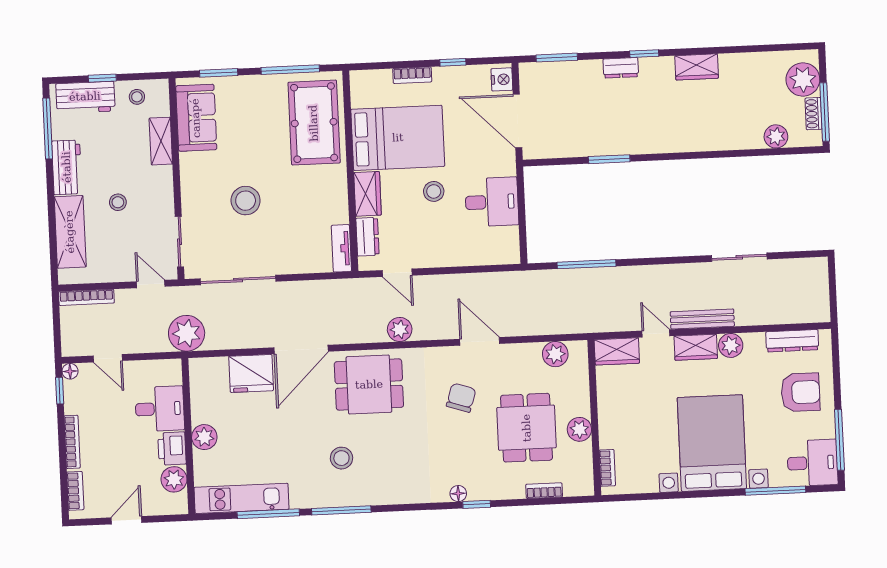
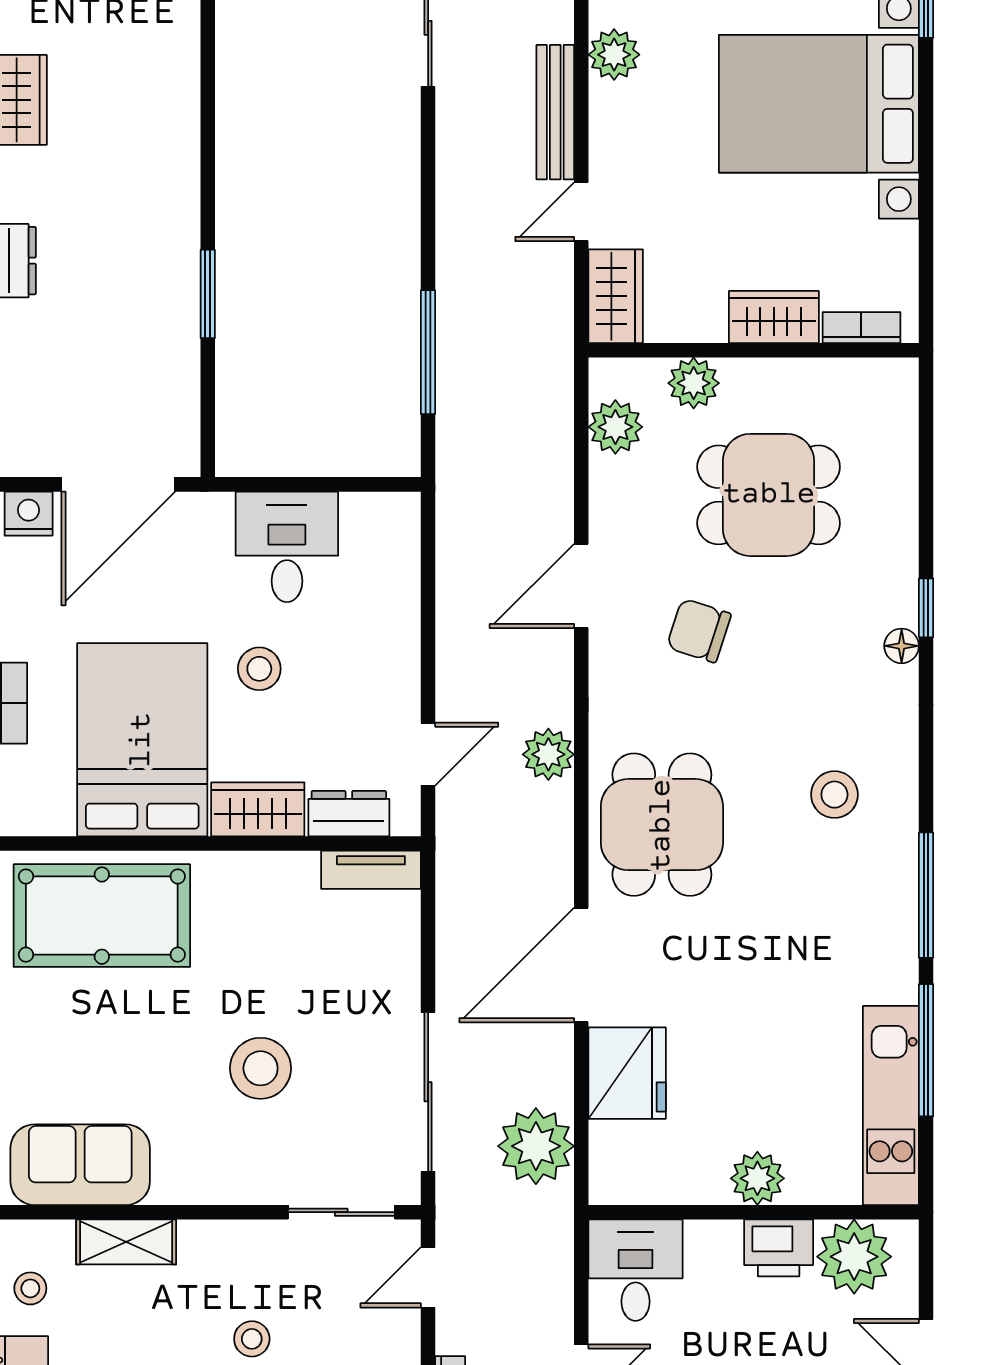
plant: (187, 333) -> (536, 1146), moved
wardrobe: (696, 347) -> (774, 317), moved, turned -90
door: (301, 349) -> (581, 965), swing flipped
desk: (160, 409) -> (636, 1270), moved
plant: (579, 429) -> (694, 383), moved
stool: (341, 458) -> (834, 795), moved
plant: (174, 479) -> (854, 1257), width x1.36, depth x1.36
bookcase: (544, 491) -> (904, 464), removed

